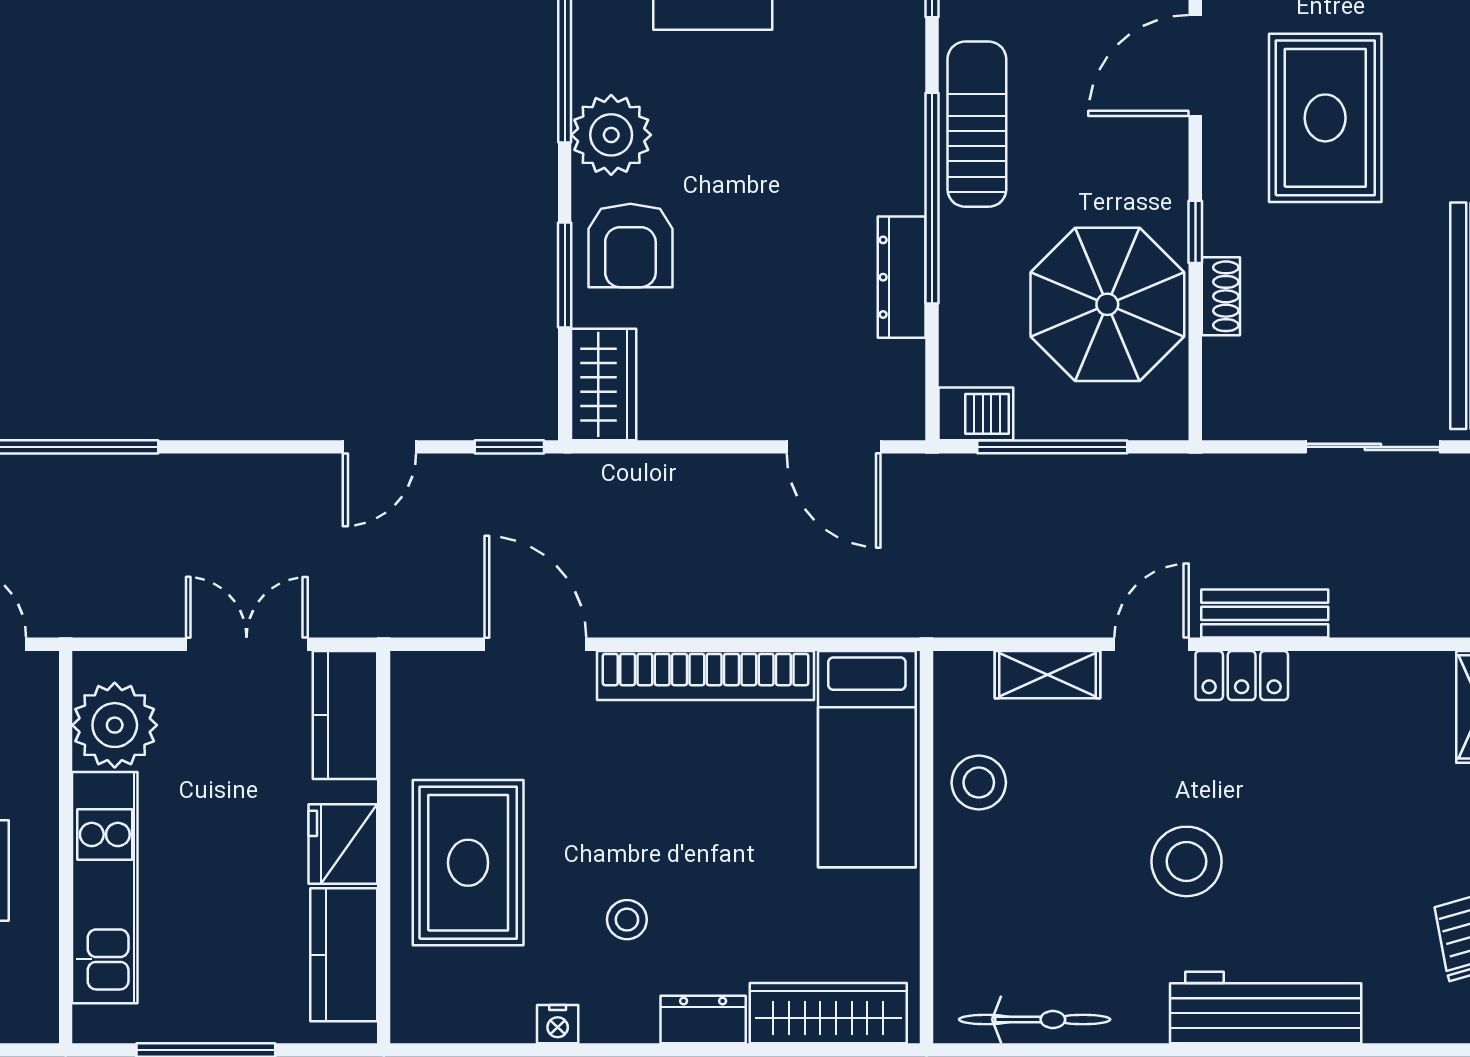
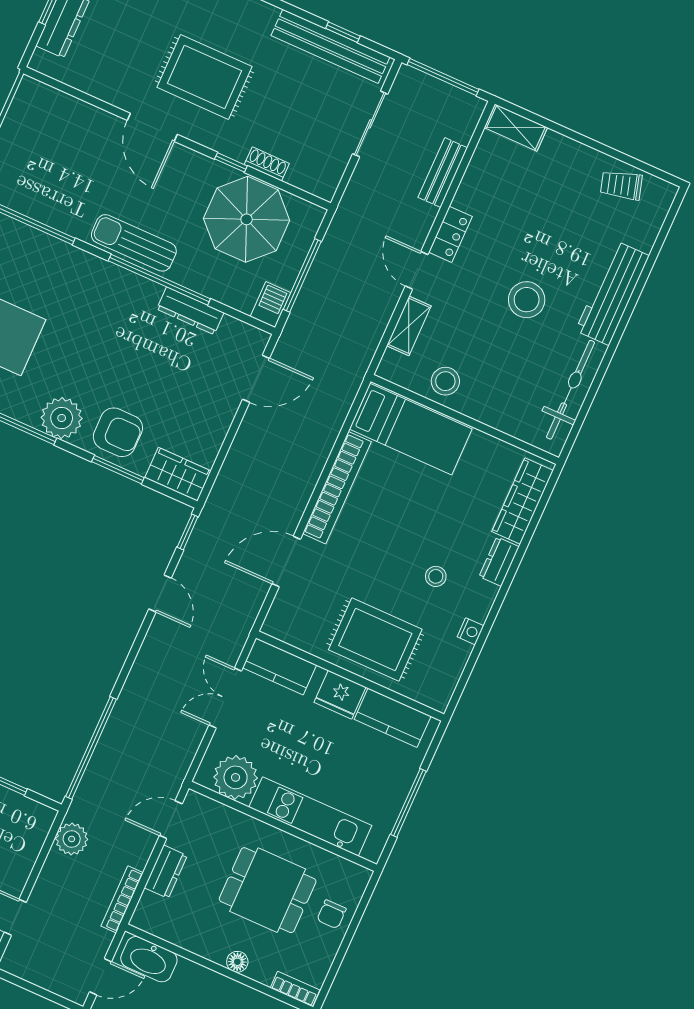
bench: (1265, 613) -> (443, 173), moved
bicycle: (1035, 1019) -> (570, 390), width x1.37, depth x1.40

